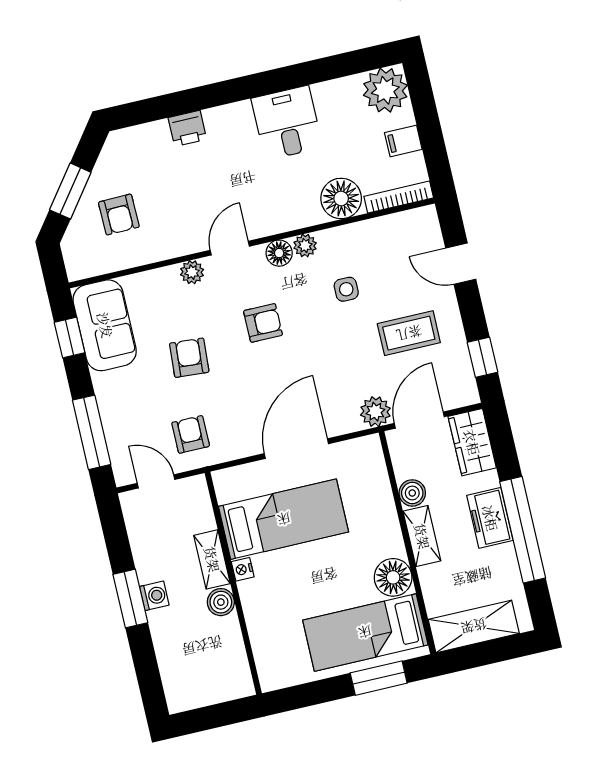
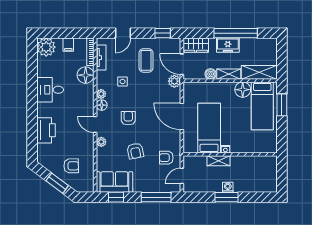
printer: (187, 128) -> (46, 130), width x1.87, depth x1.48
tv unit: (391, 226) -> (101, 58), added
armchair: (189, 358) -> (135, 151), turned -105
boiler: (221, 602) -> (237, 161), removed
shelving: (474, 626) -> (259, 72), moved, turned 90

